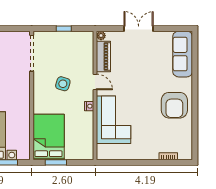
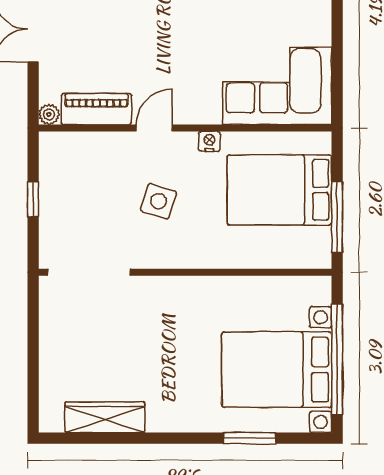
corner sofa: (114, 120) -> (277, 86), moved
bed: (49, 137) -> (279, 190), moved
window: (56, 162) -> (337, 217), width x1.44

